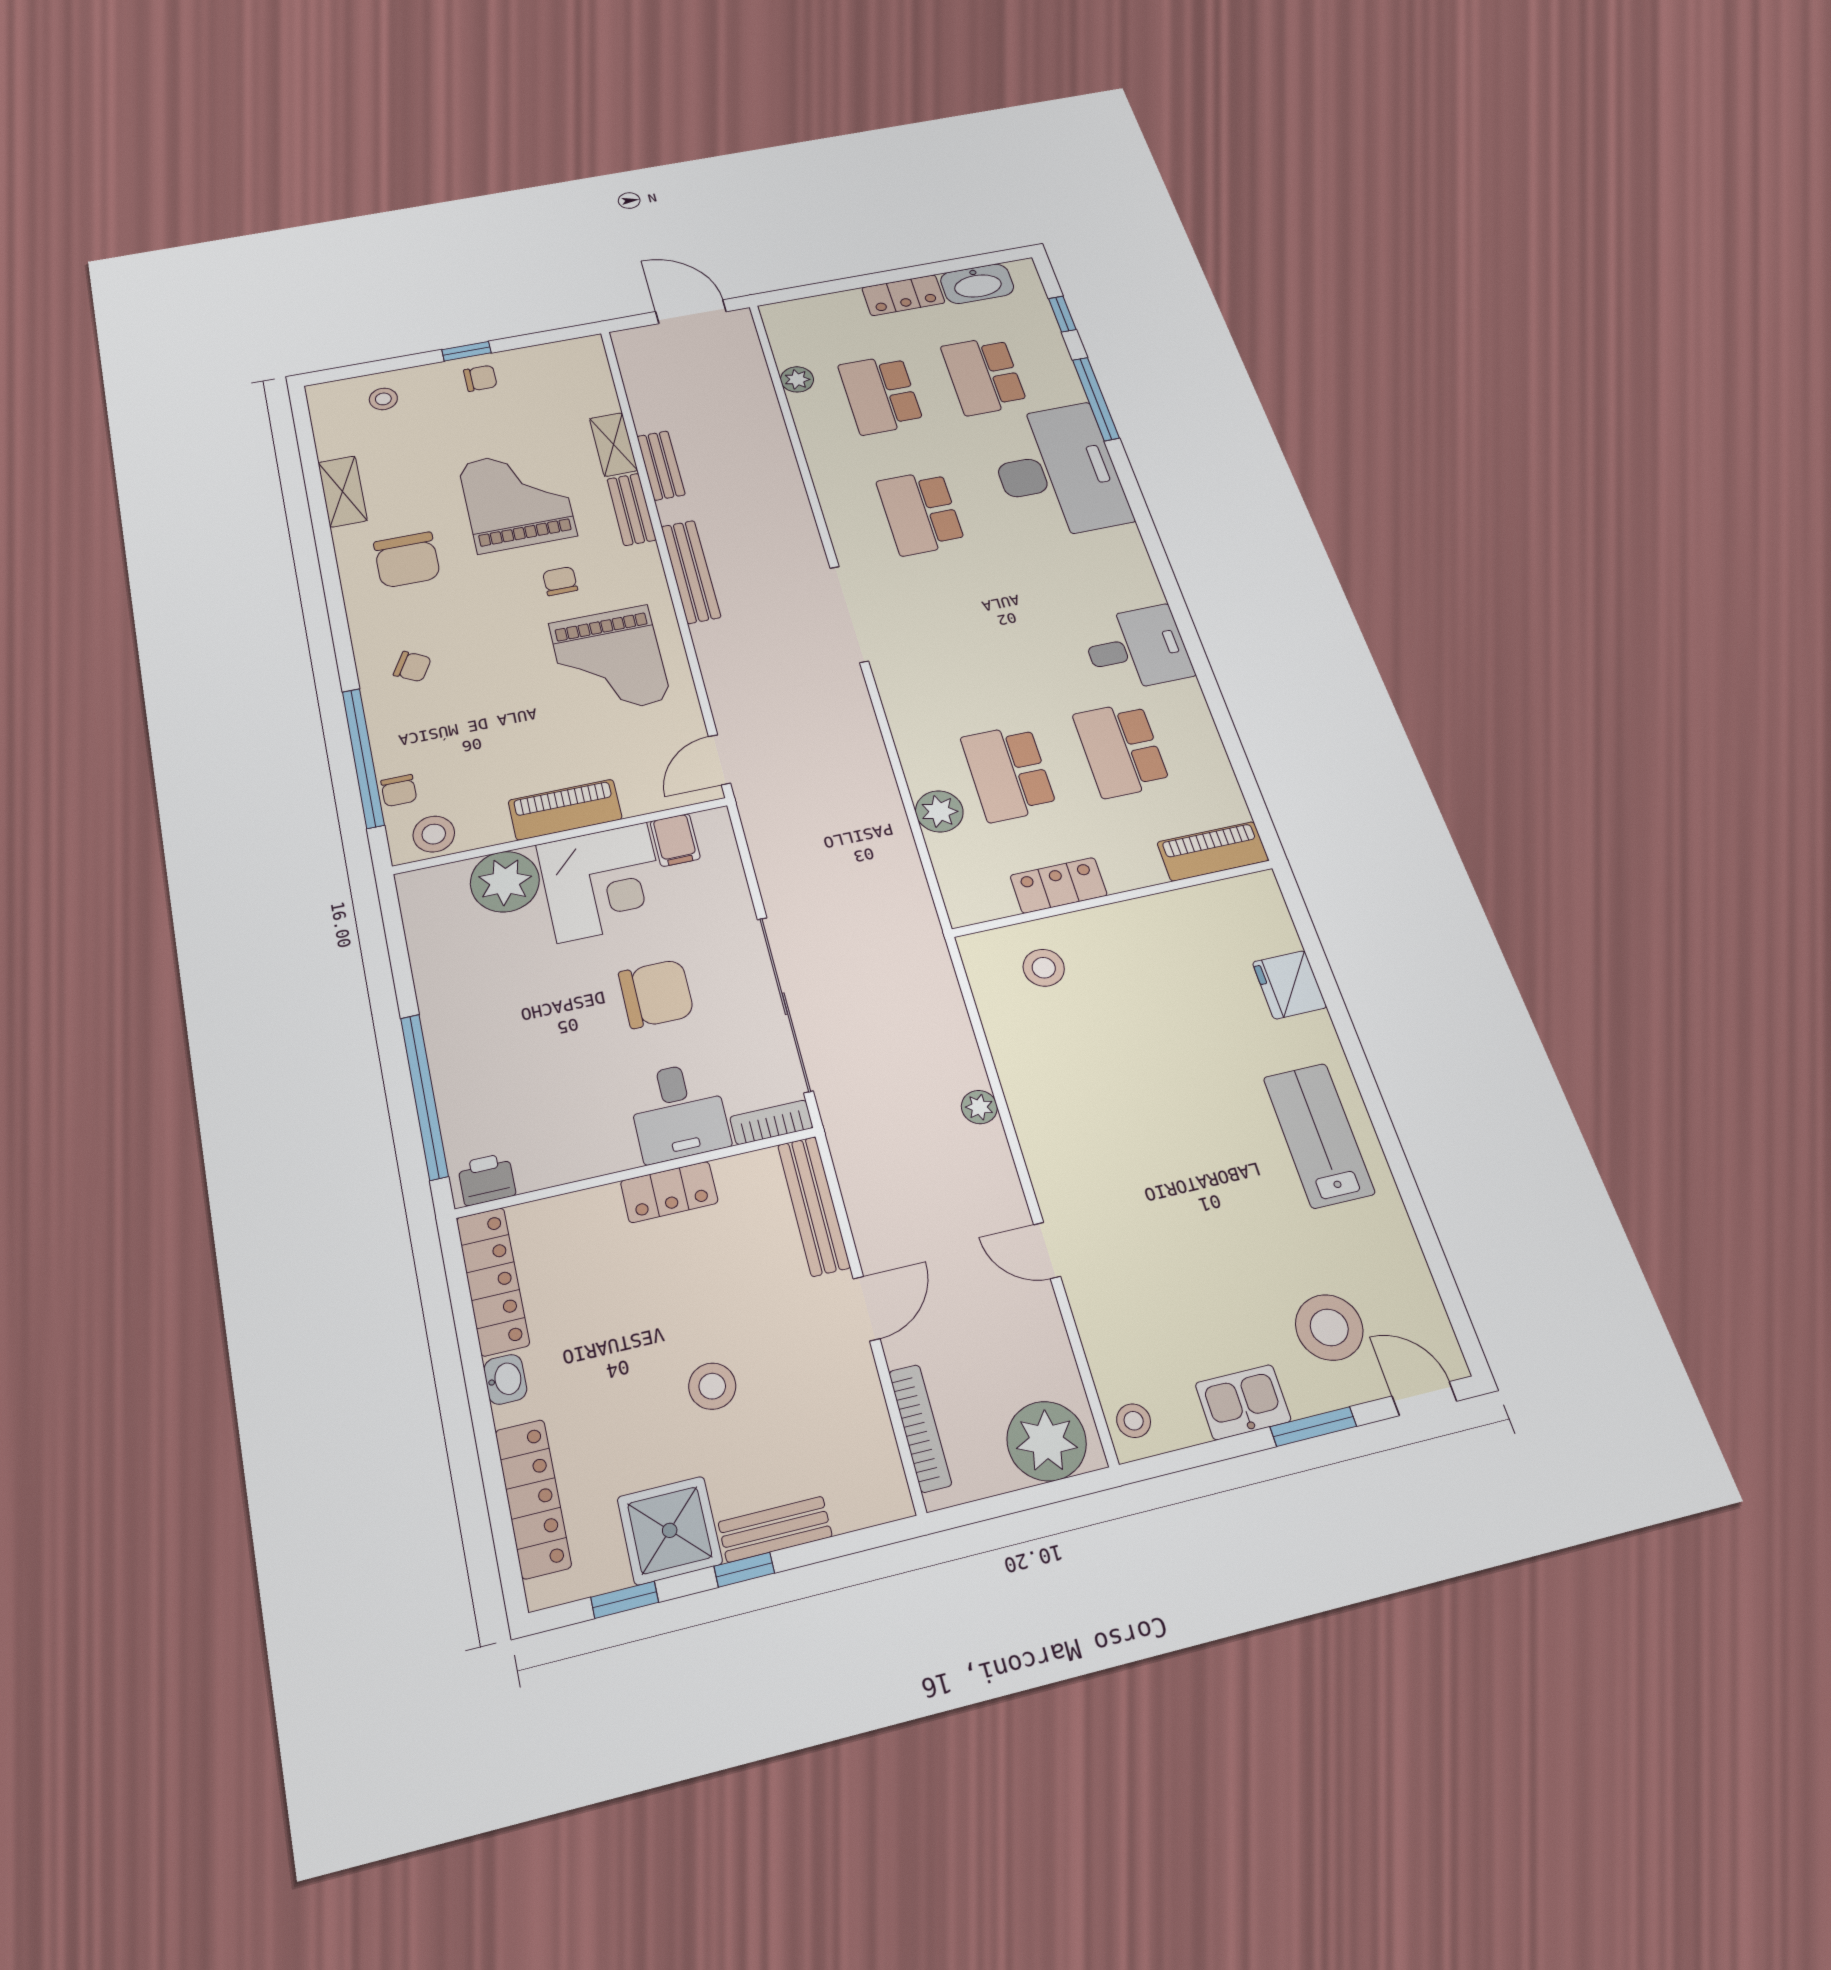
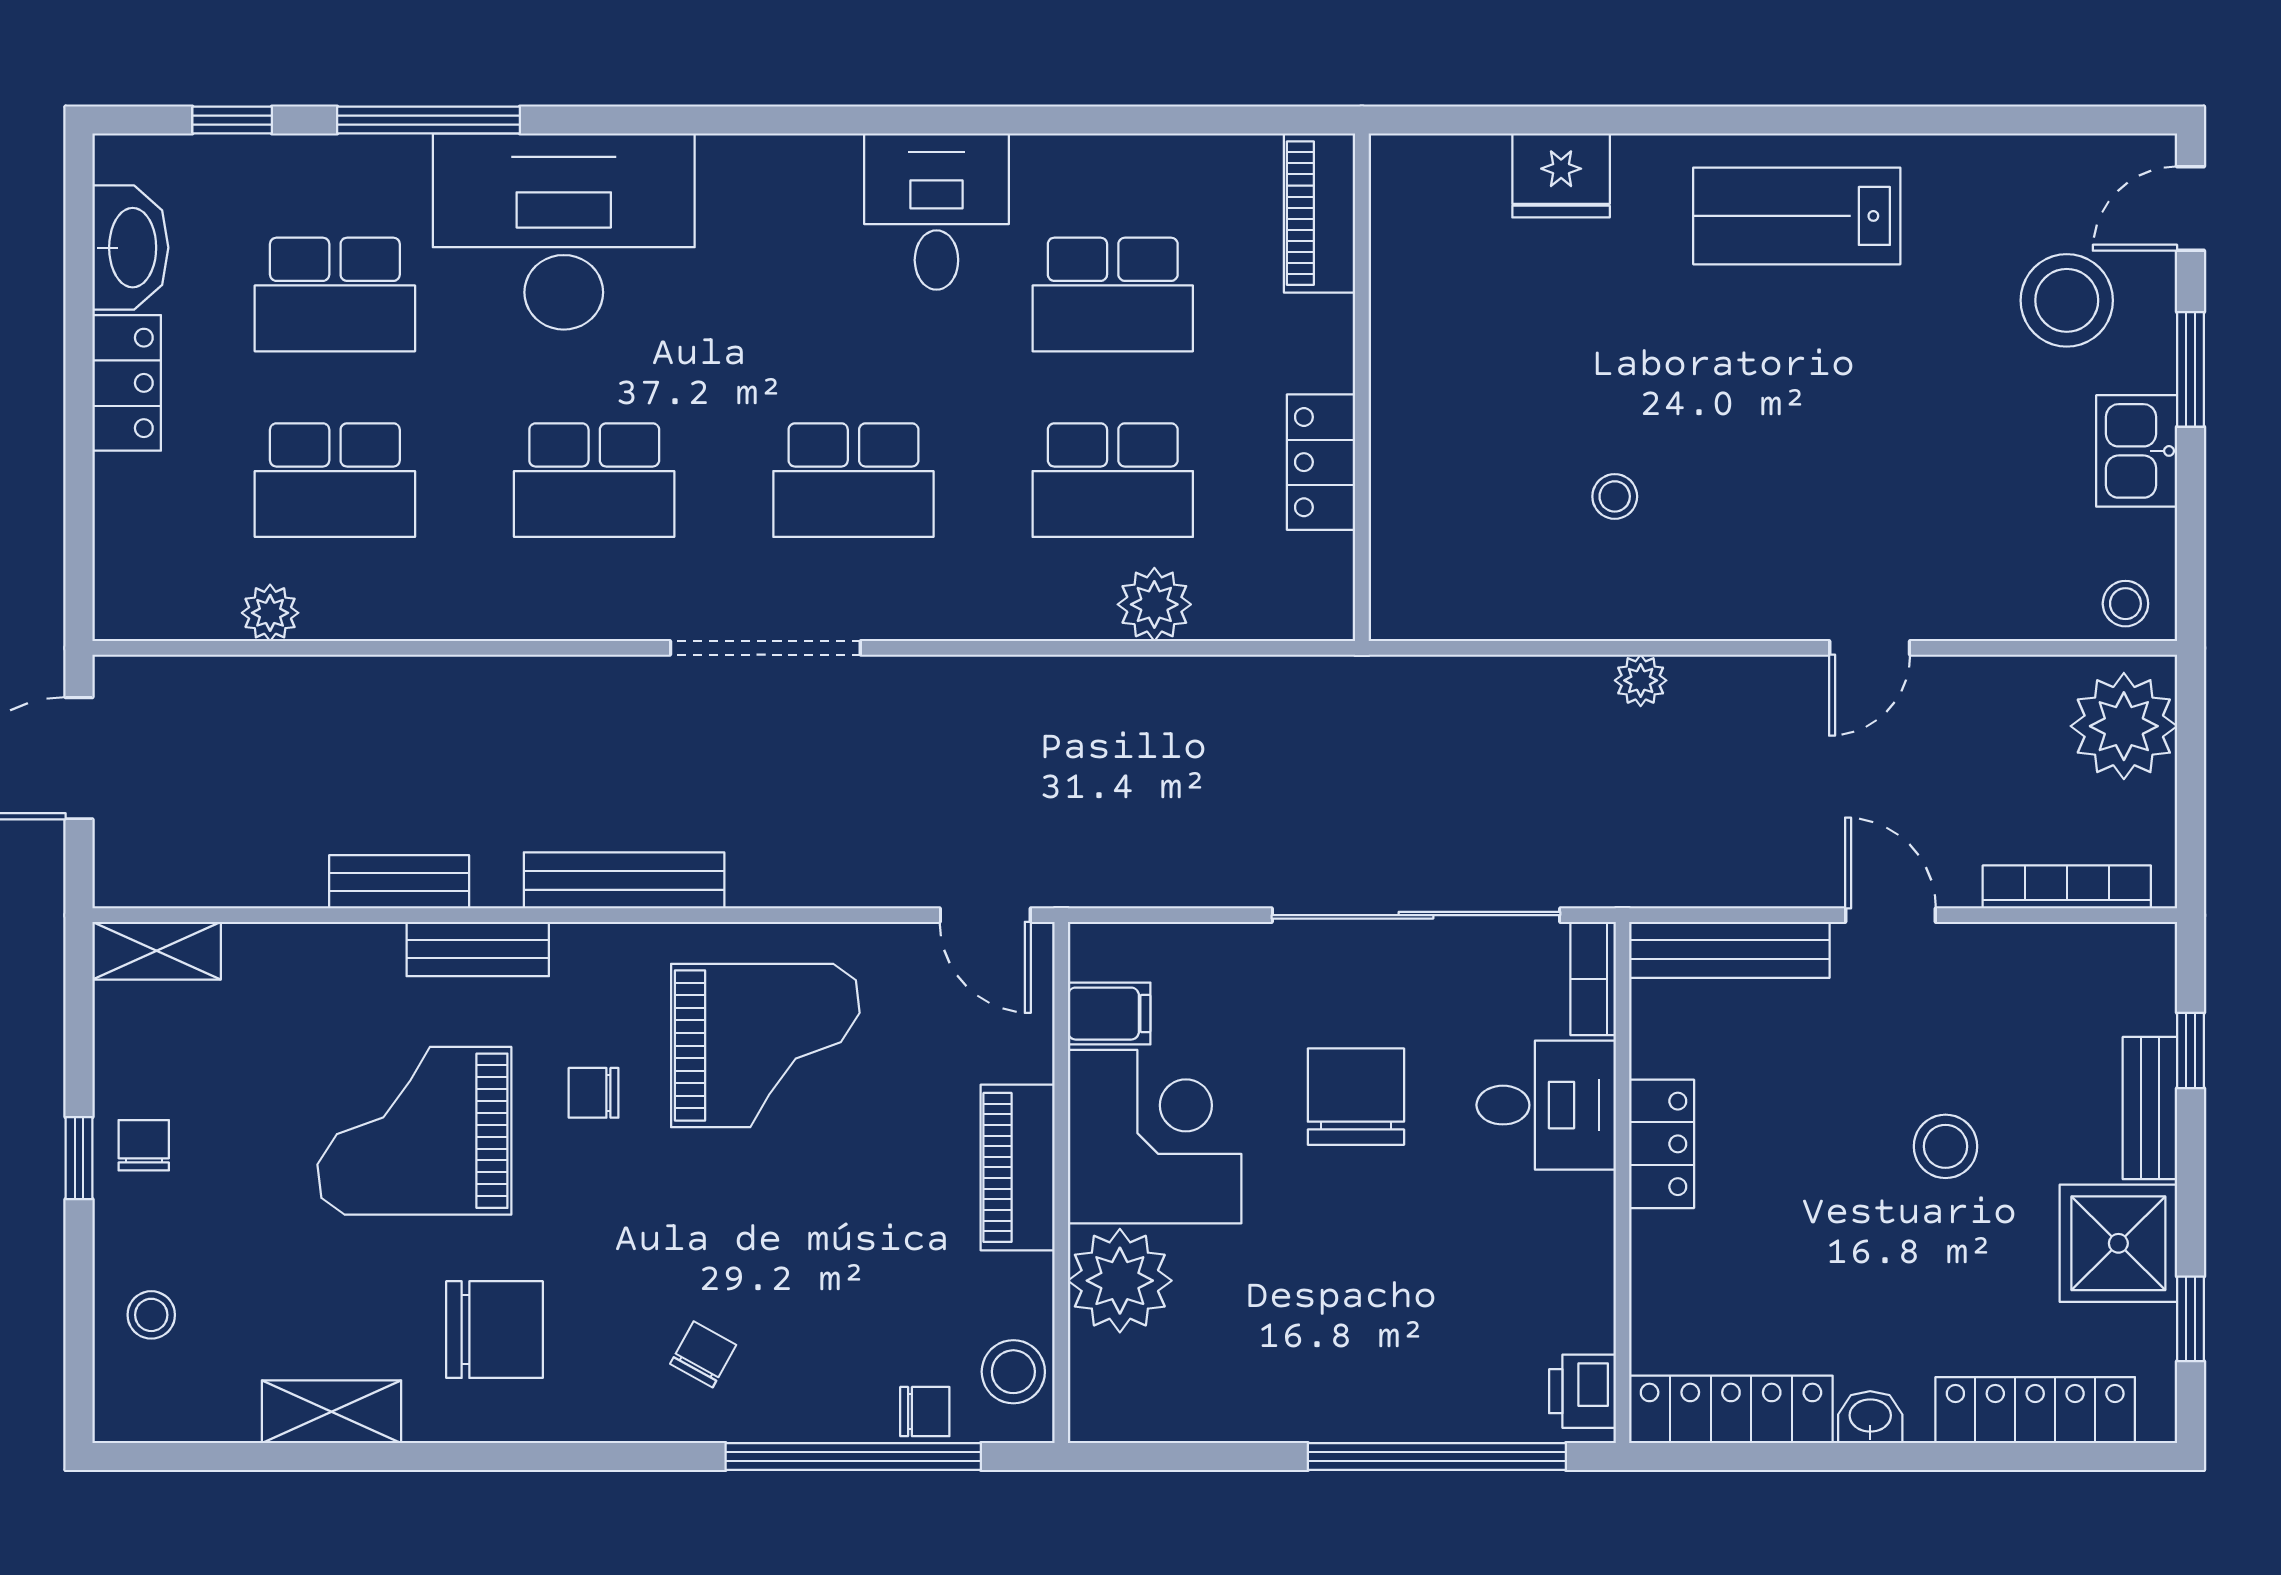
shelving: (613, 444) -> (157, 951), moved
school desk: (963, 638) -> (853, 480), added
stool: (1044, 968) -> (1615, 496), moved, width x0.73, depth x0.73
window: (744, 1570) -> (2190, 1051), moved

